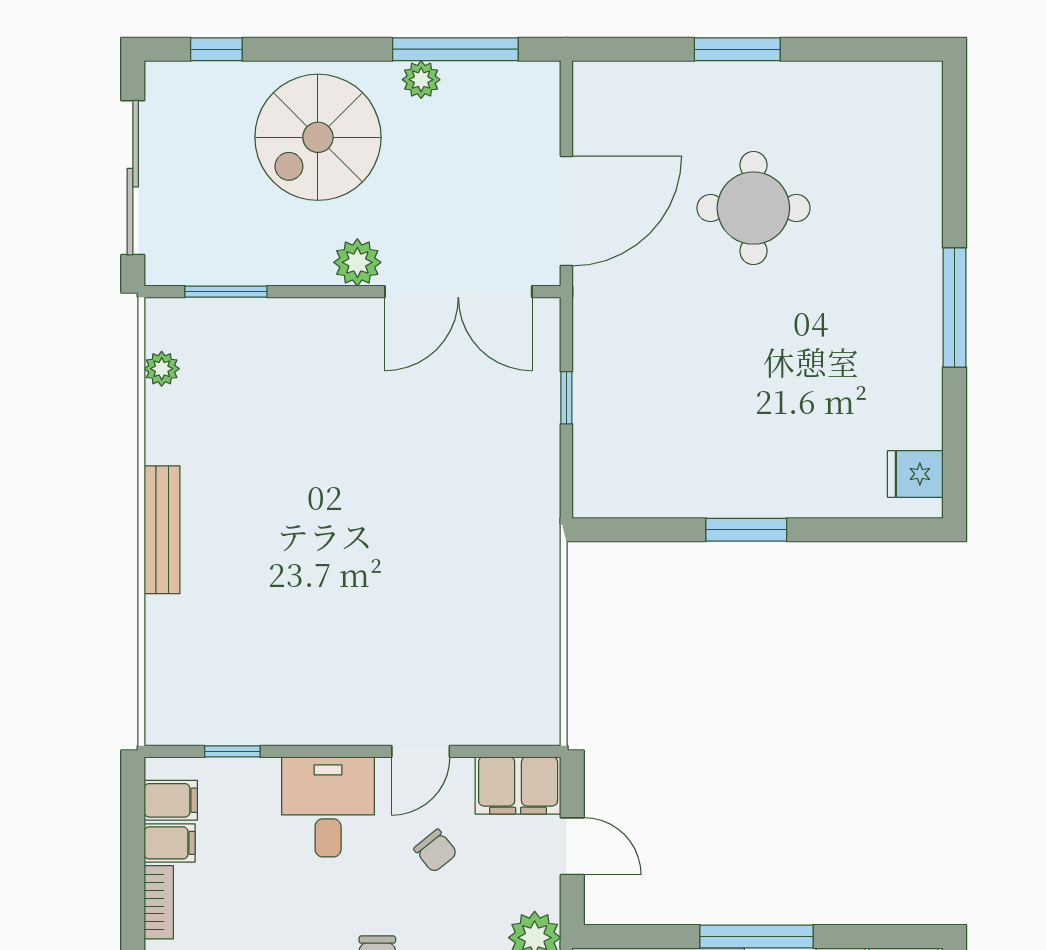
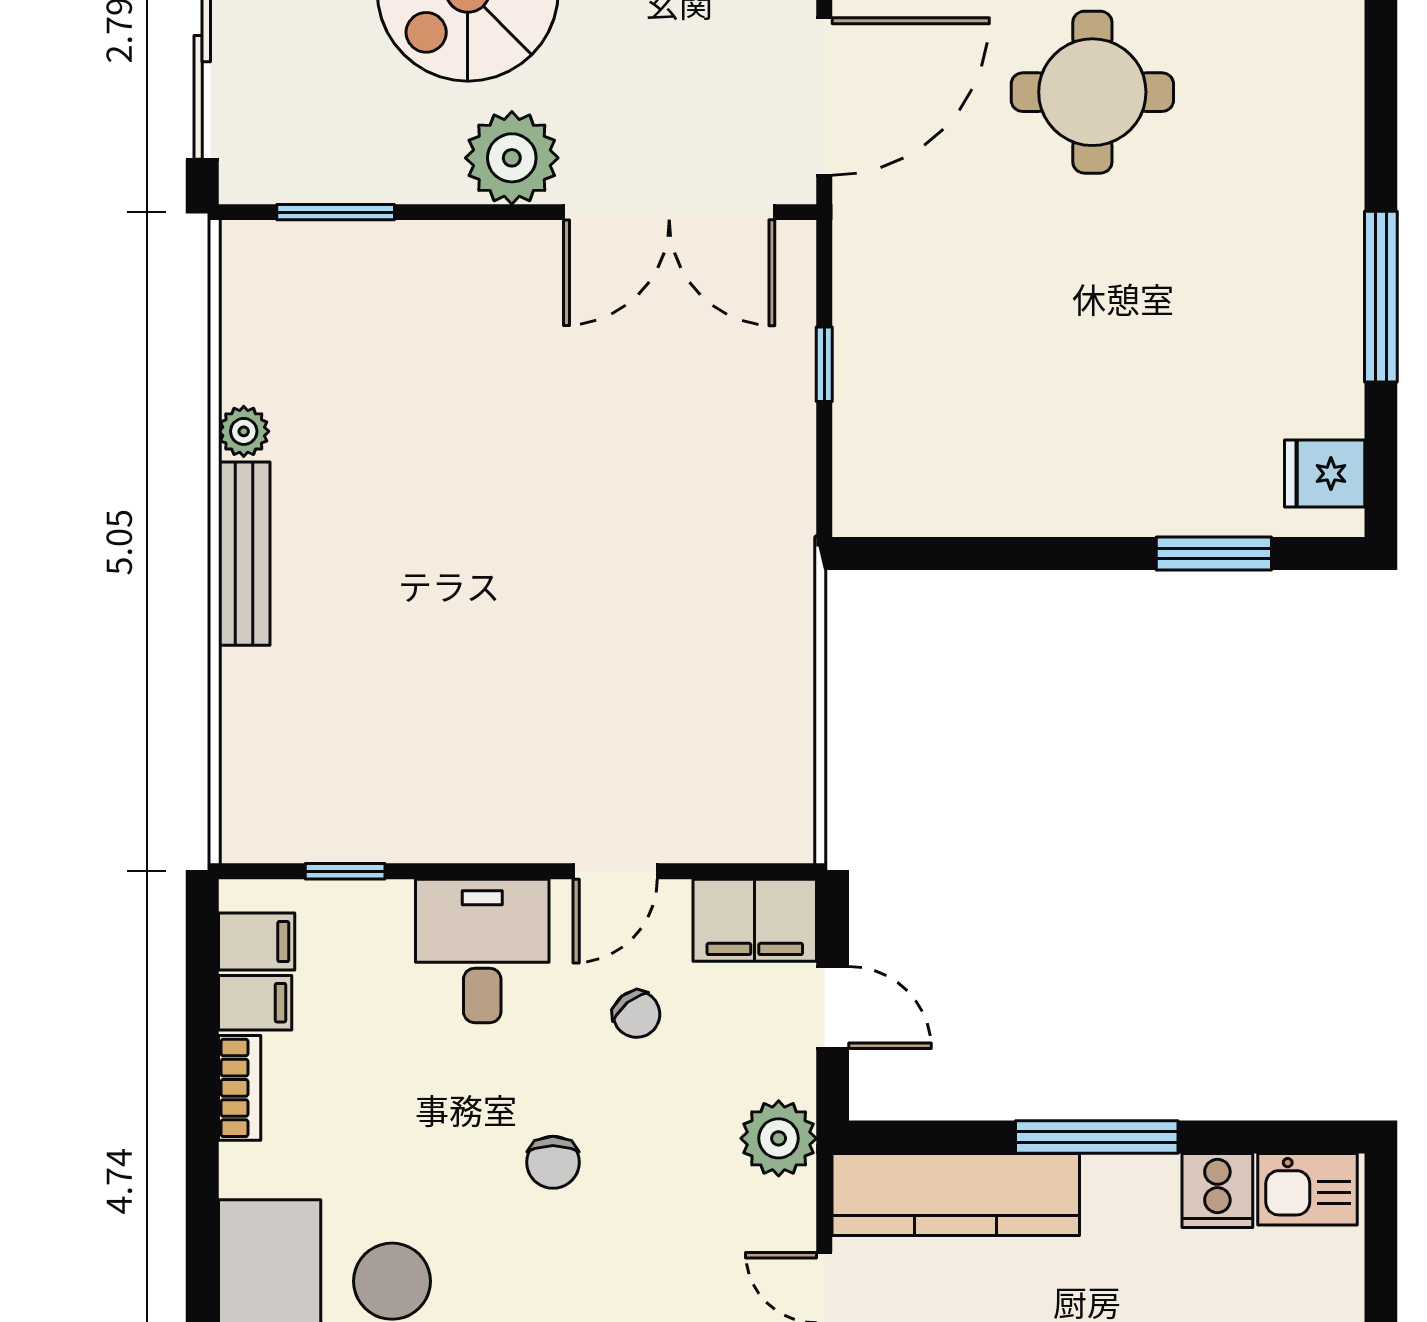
plant: (357, 262) -> (512, 158), width x1.36, depth x1.36
window: (955, 308) -> (1381, 297), moved
plant: (162, 369) -> (244, 431), moved
window: (746, 530) -> (1214, 553), moved

